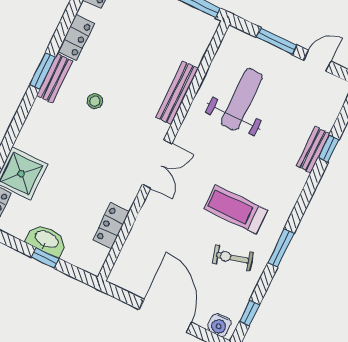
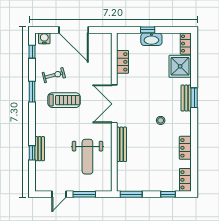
window: (43, 71) -> (194, 98), moved
bench: (55, 78) -> (186, 98), moved
double door: (157, 164) -> (114, 104), width x1.37

